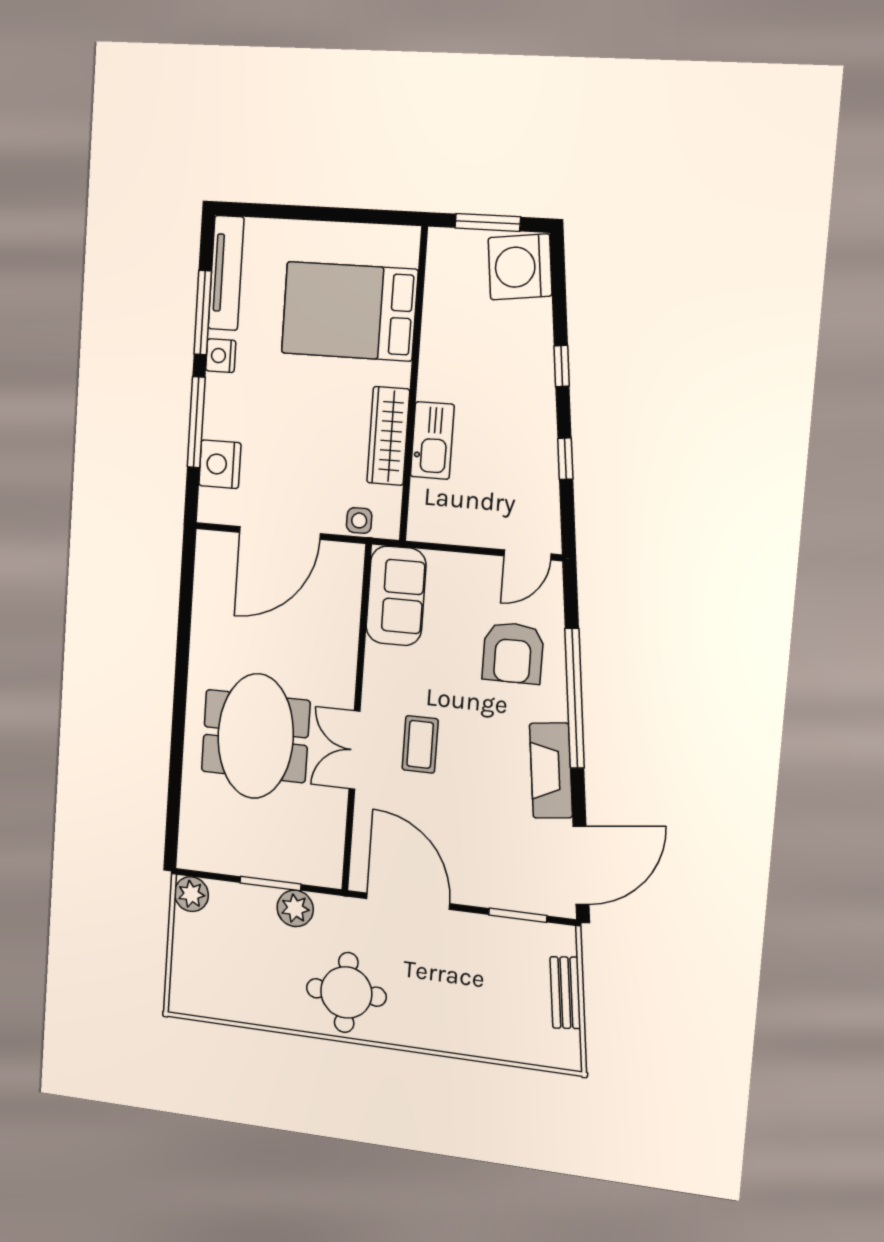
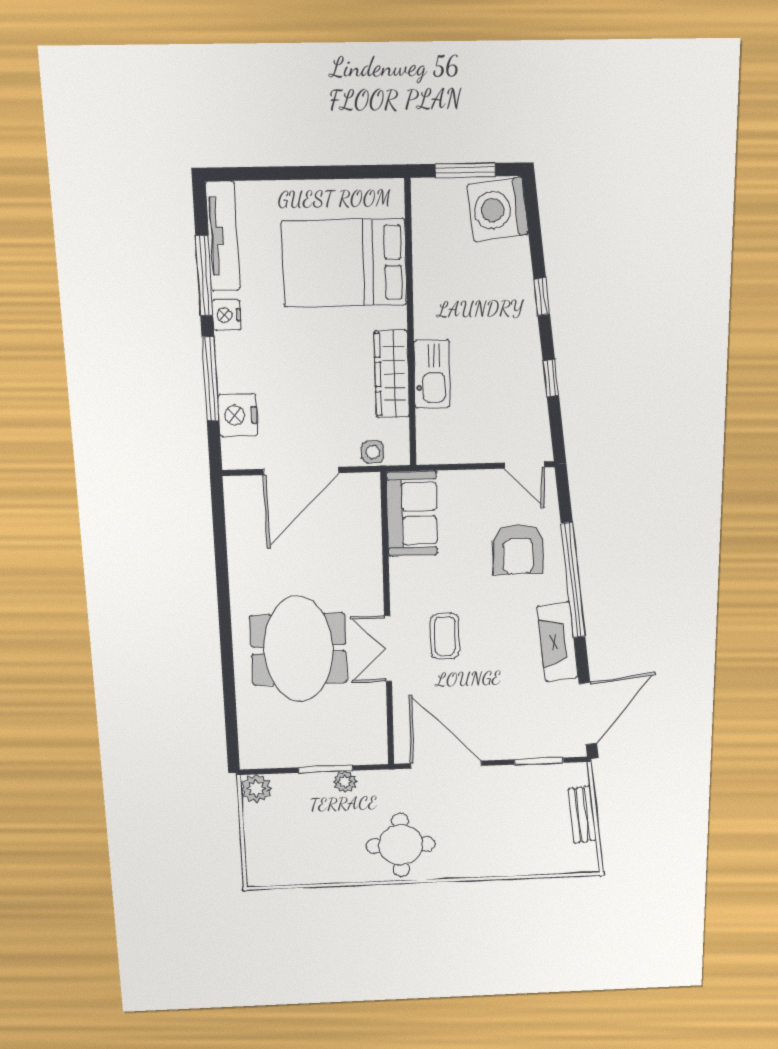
door: (527, 555) -> (524, 465), hinge flipped
plant: (295, 908) -> (345, 782), width x0.73, depth x0.73

